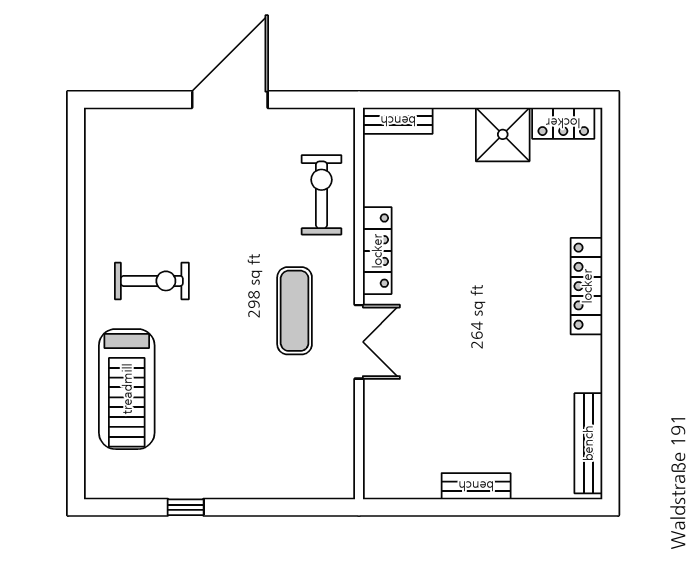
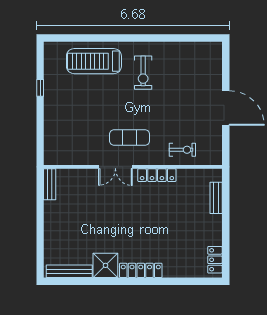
bench: (398, 121) -> (216, 198), moved
shower: (503, 134) -> (105, 265), moved
exercise bike: (321, 195) -> (182, 150), width x0.73, depth x0.72
bench: (476, 486) -> (50, 184), moved

